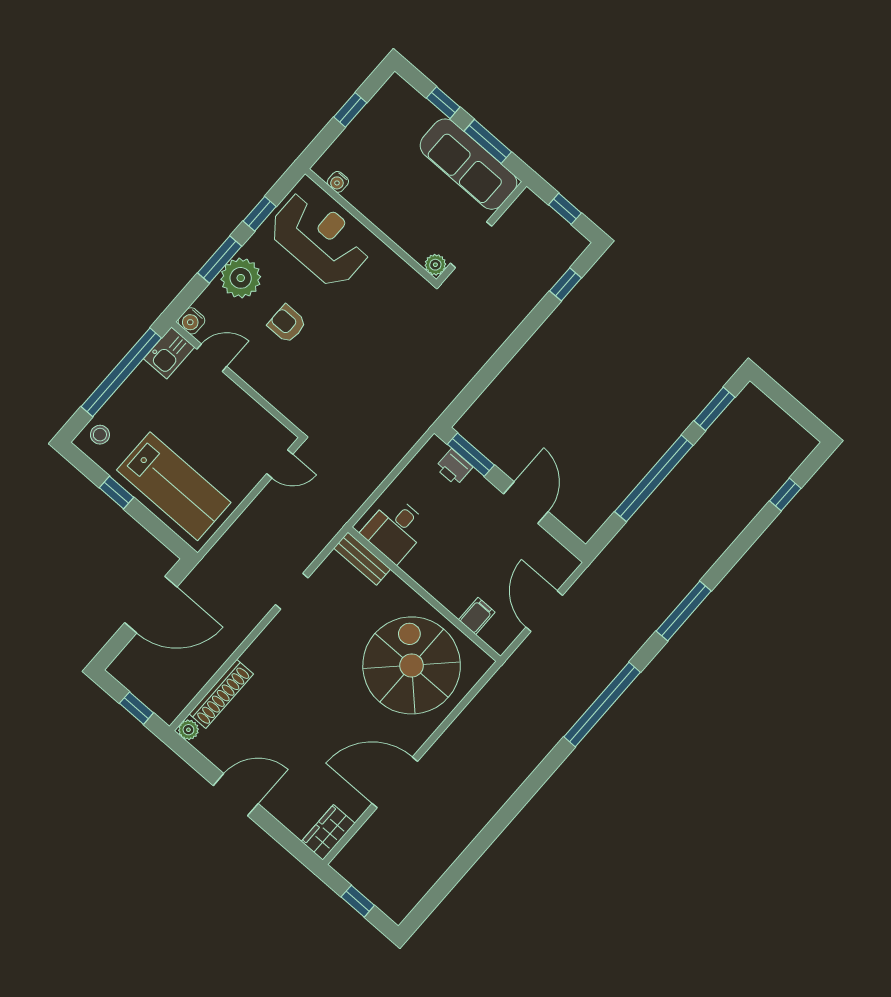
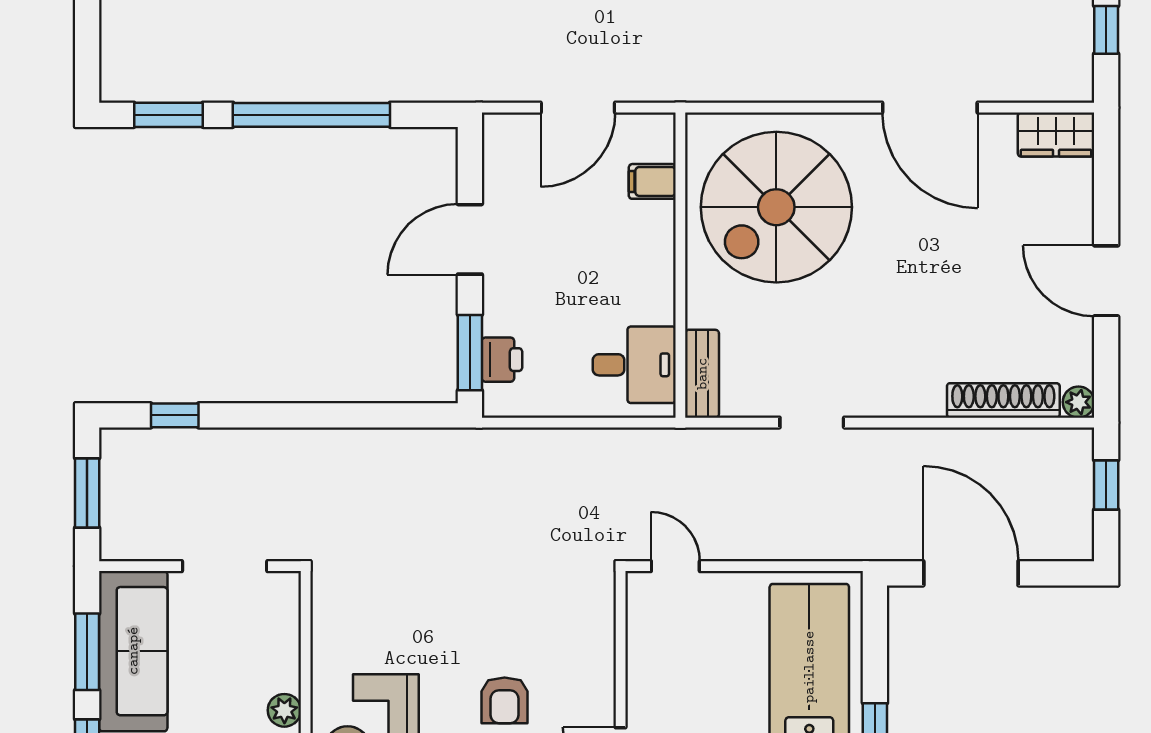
window: (565, 209) -> (87, 493), width x1.50
plant: (435, 265) -> (284, 710), moved

